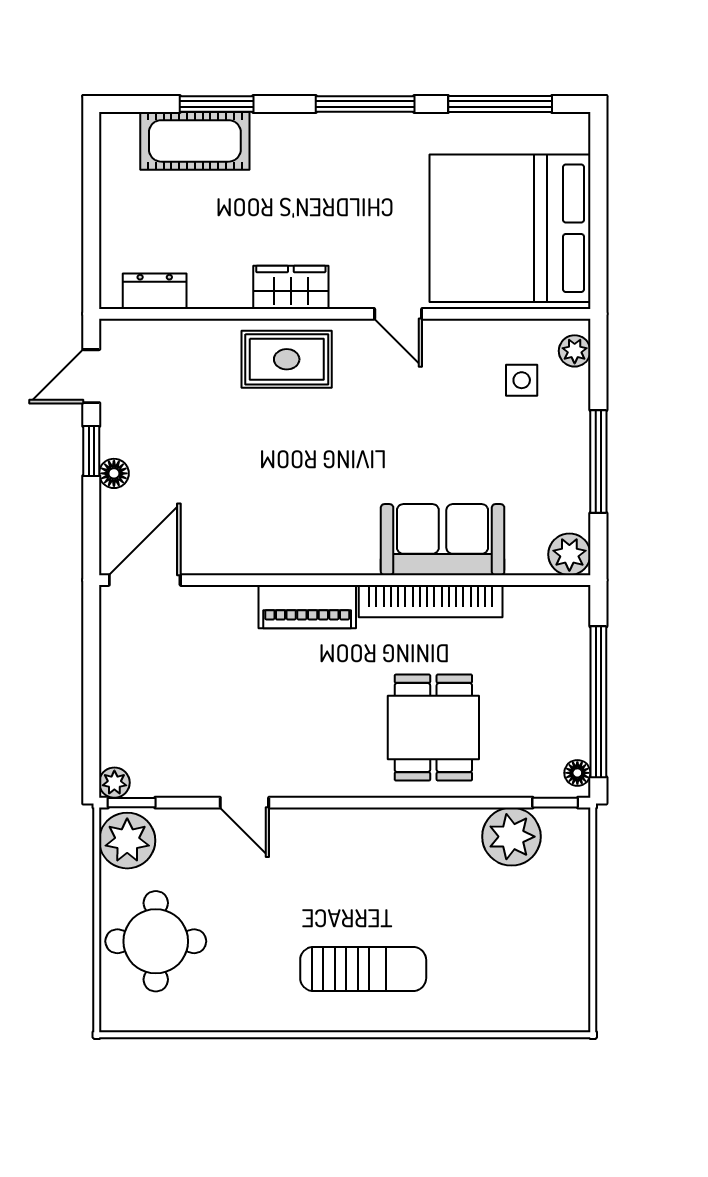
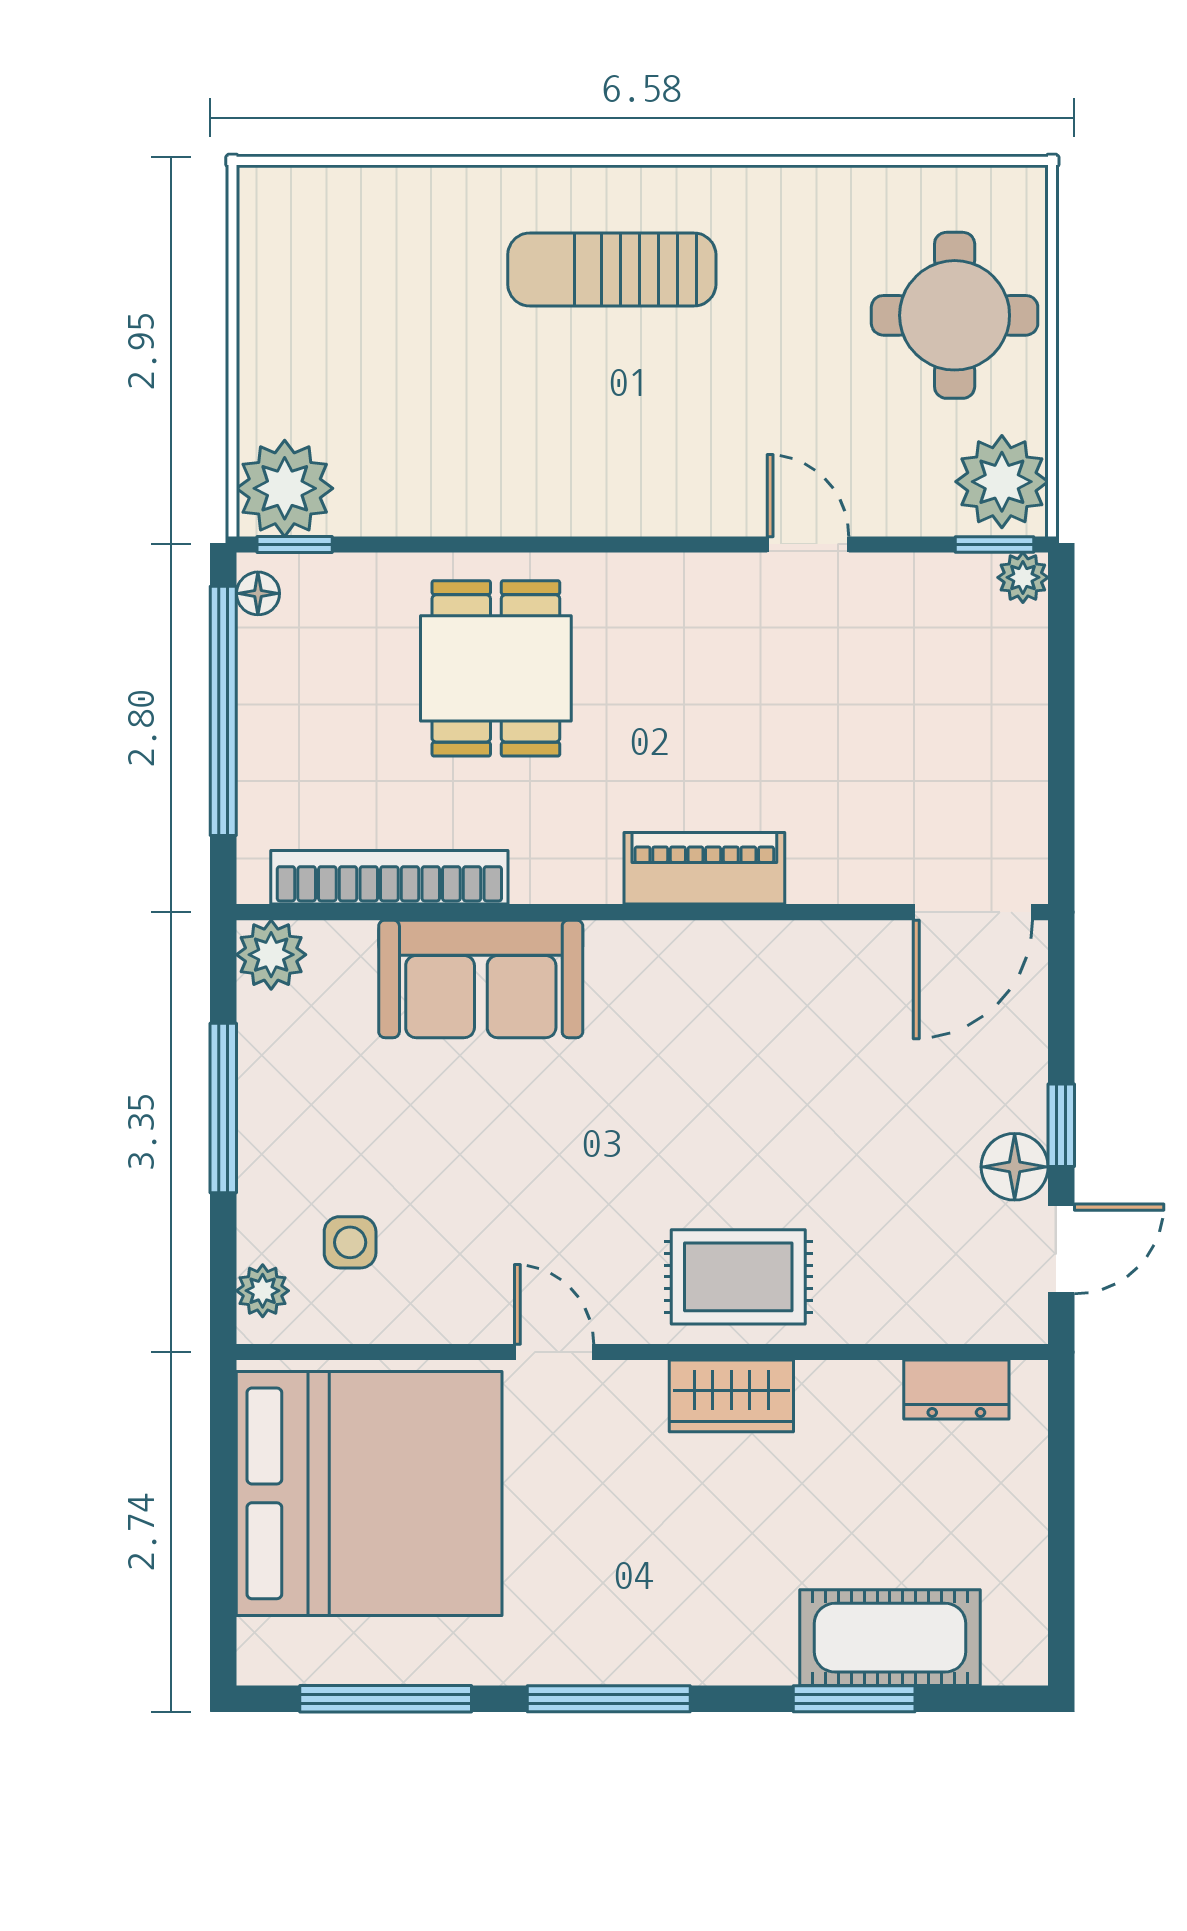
floor lamp: (114, 473) -> (1015, 1167), moved, width x1.37, depth x1.37
bookcase: (431, 601) -> (389, 877), moved
plant: (511, 837) -> (285, 488), moved

